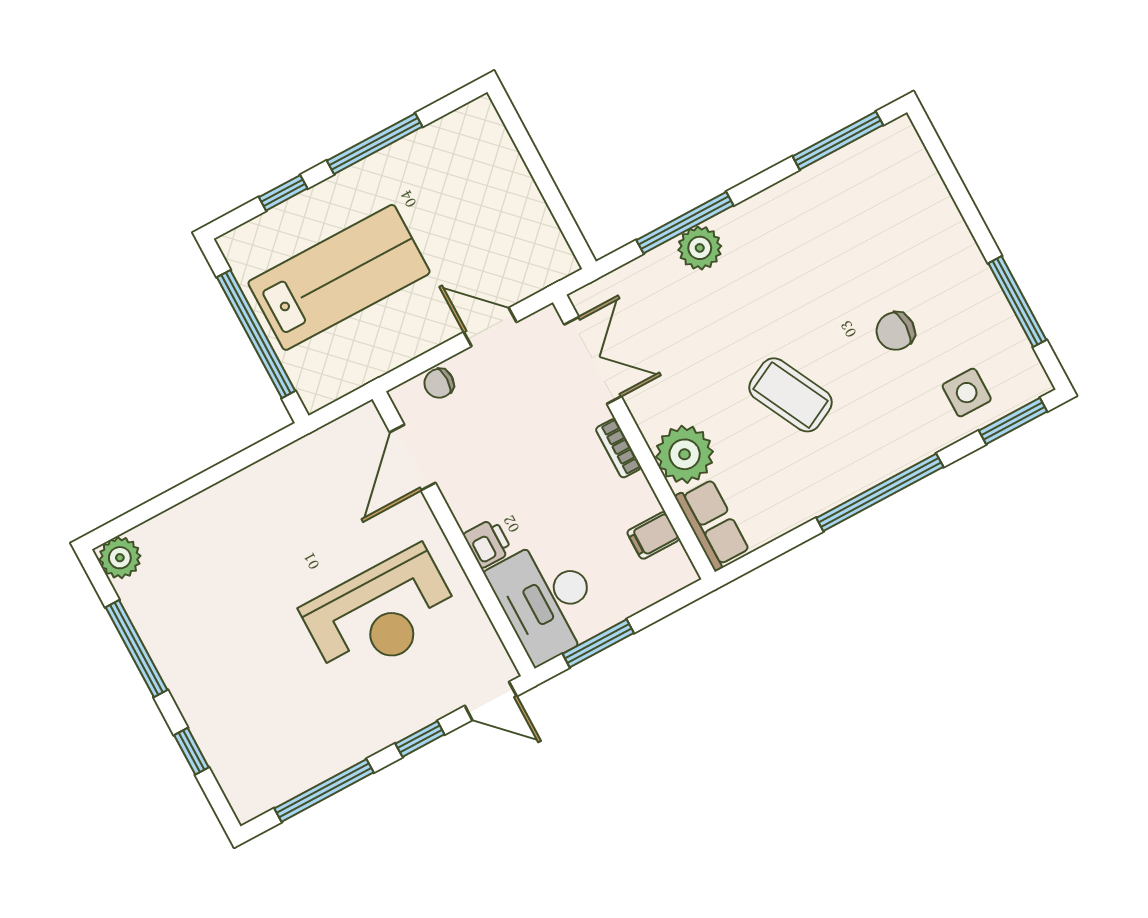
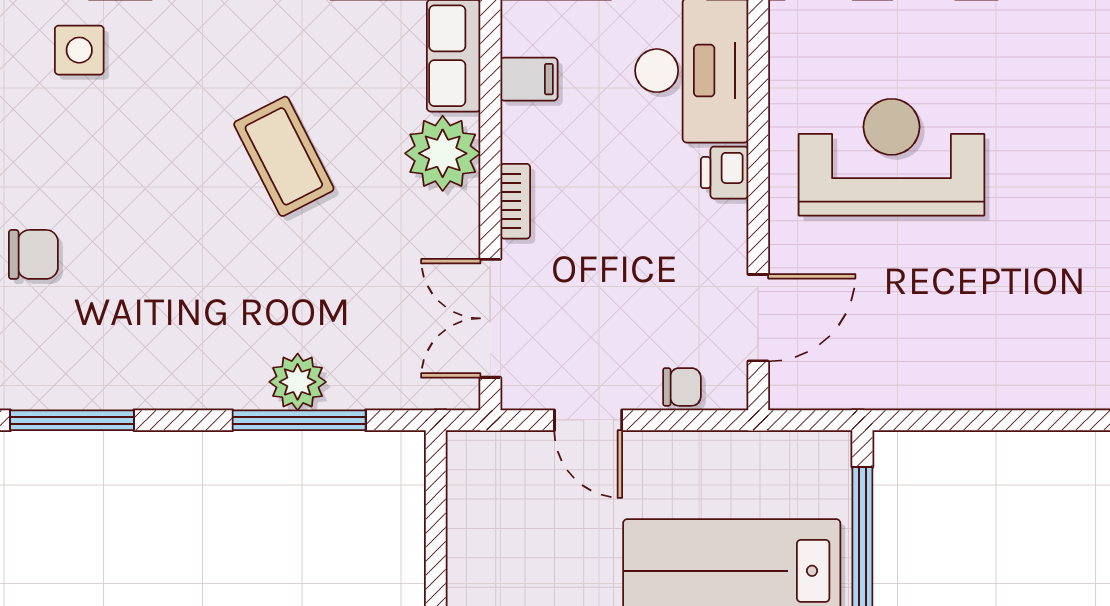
chair: (896, 331) -> (33, 254), moved

